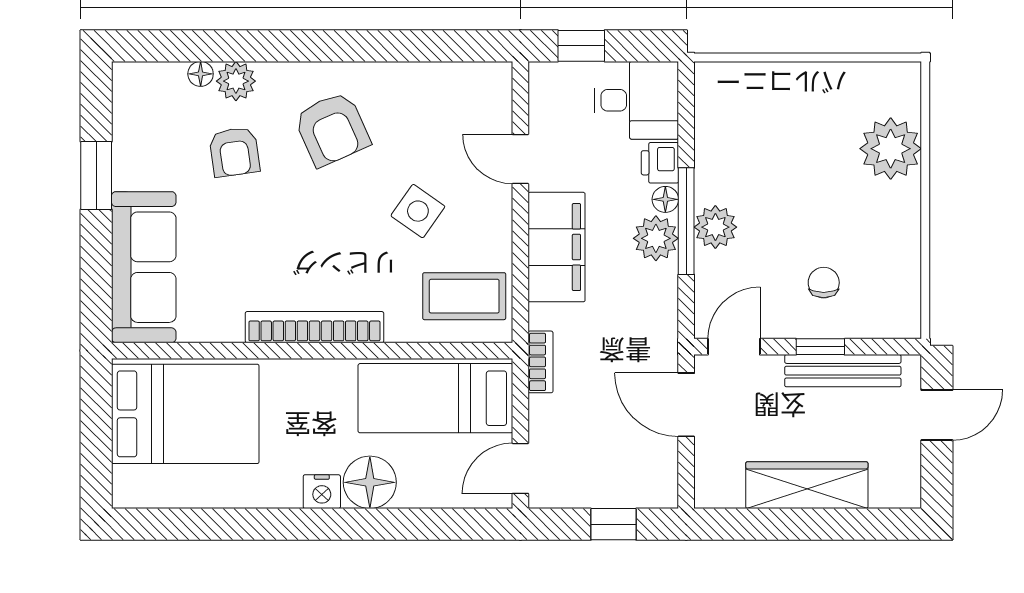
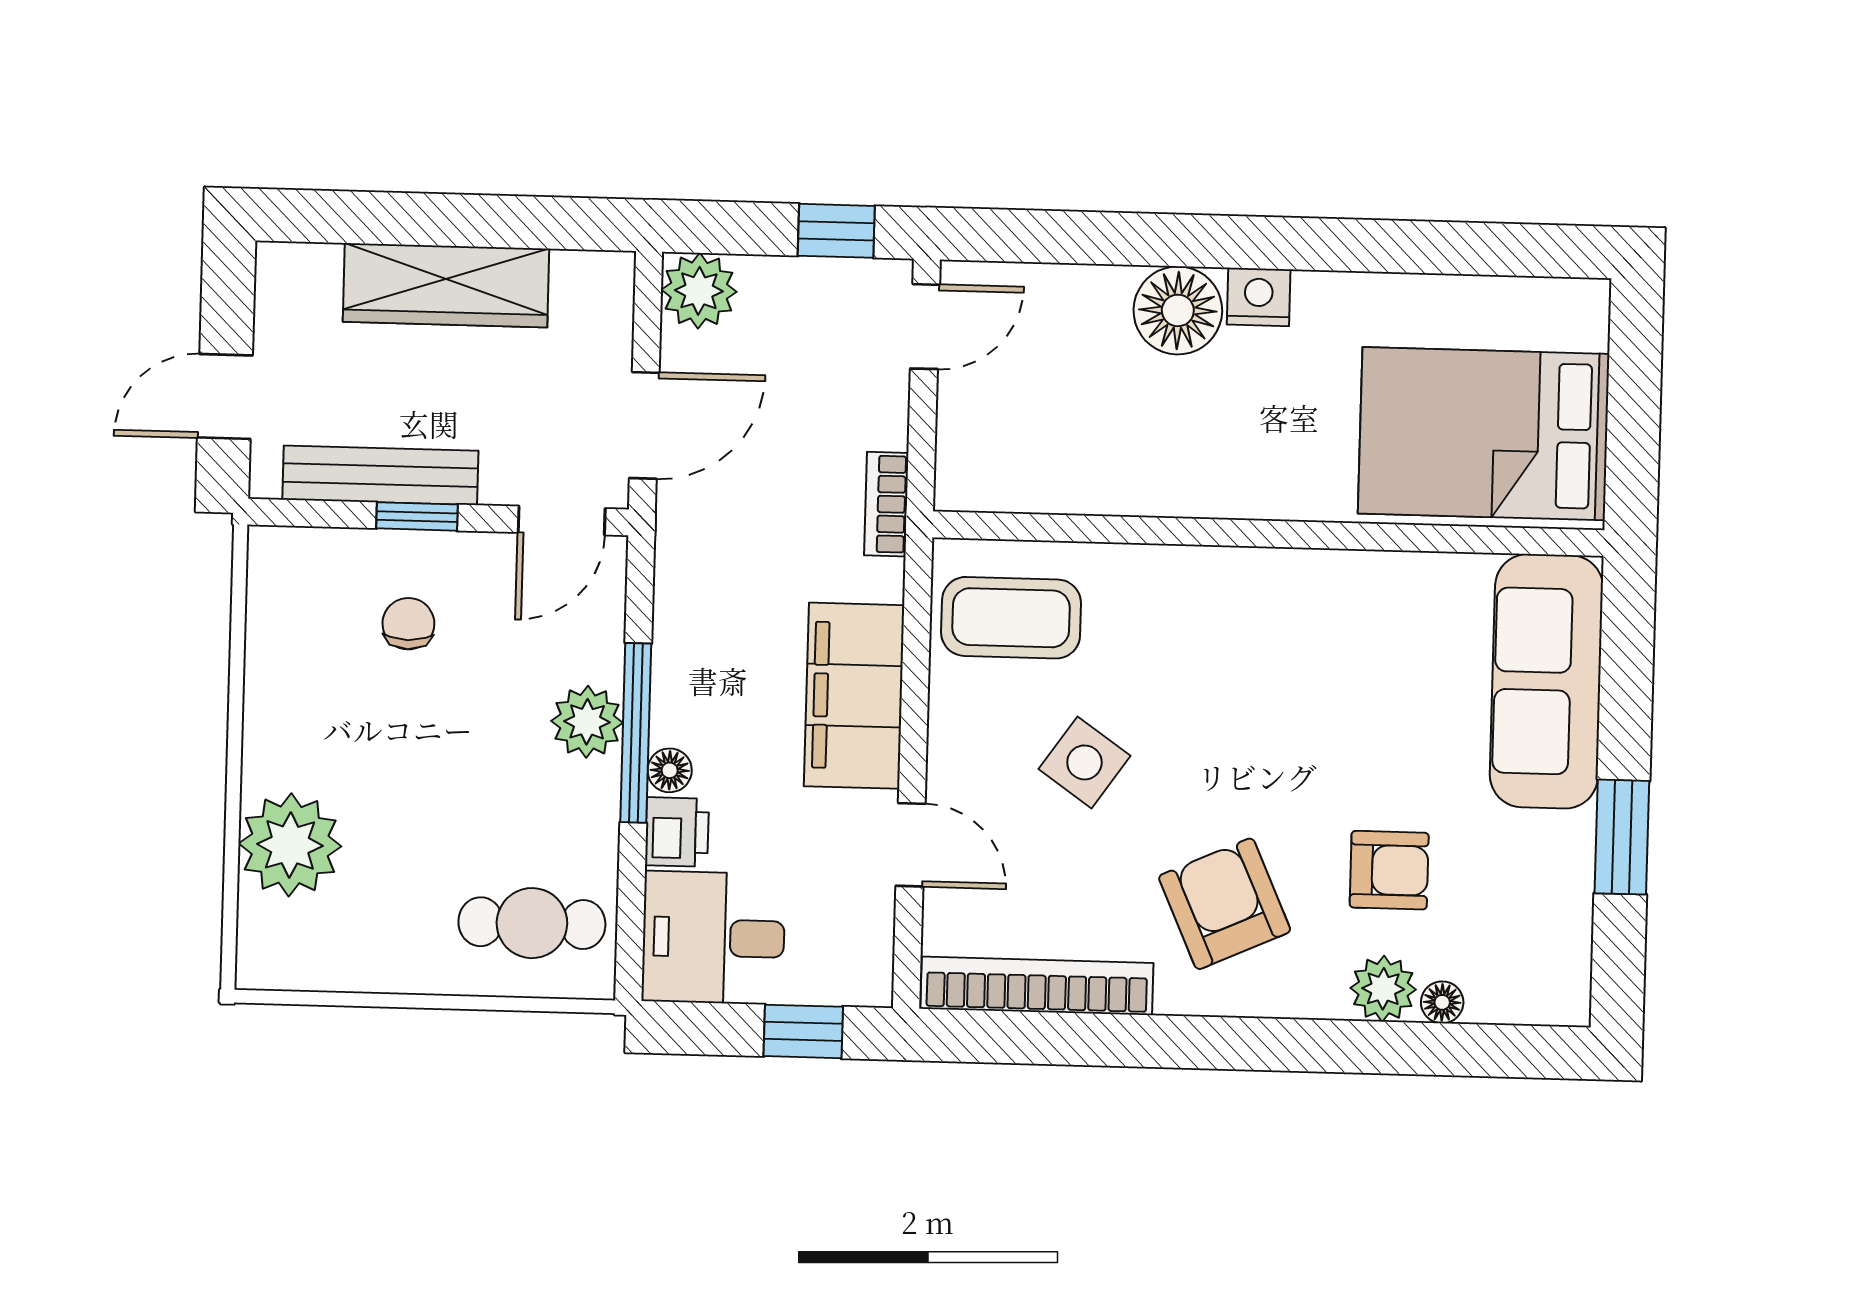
cafe table: (745, 106) -> (532, 923), added
armchair: (234, 152) -> (1389, 870), turned 98
plant: (656, 238) -> (699, 291), moved
chair: (824, 283) -> (408, 624), turned 180
bookcase: (314, 327) -> (1037, 986), moved, turned 180
bed: (435, 398) -> (1064, 448), removed
door: (686, 405) -> (644, 425), hinge flipped
window: (614, 524) -> (836, 231), moved

